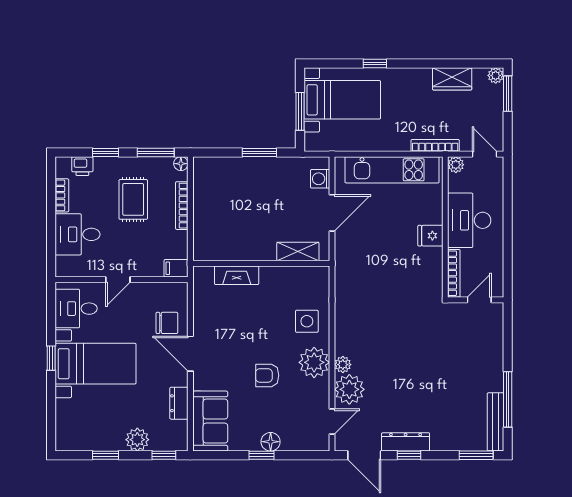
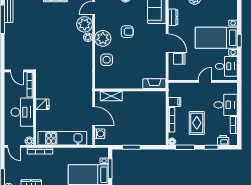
door: (332, 213) -> (94, 116), swing flipped
filing cabinet: (176, 268) -> (174, 102), moved
fireplace: (237, 275) -> (154, 84), moved
door: (479, 300) -> (17, 71), hinge flipped

